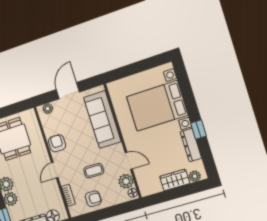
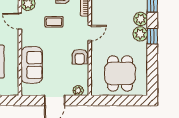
sofa: (102, 120) -> (32, 65), width x0.73

